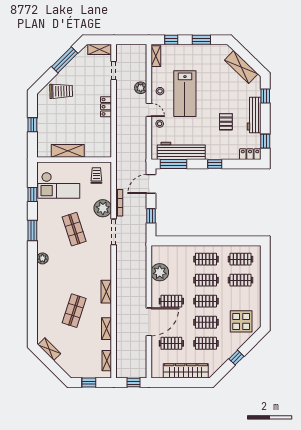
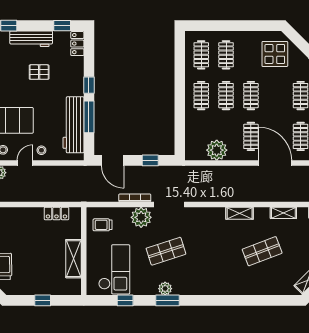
locker: (106, 107) -> (56, 214), moved
window: (174, 164) -> (89, 117), moved
plant: (42, 258) -> (165, 289), moved
shop shelf: (74, 311) -> (262, 251), turned -39
clothes rail: (206, 322) -> (276, 96), removed

